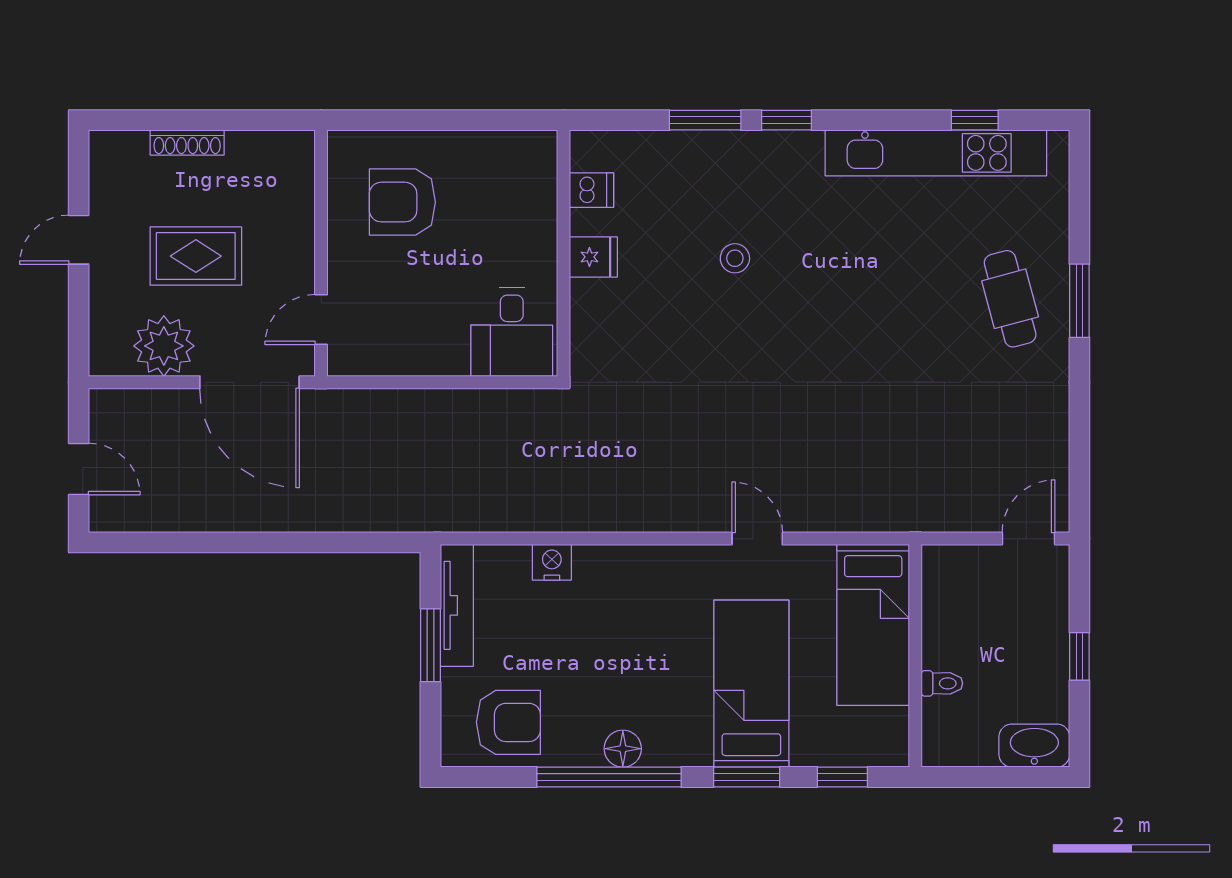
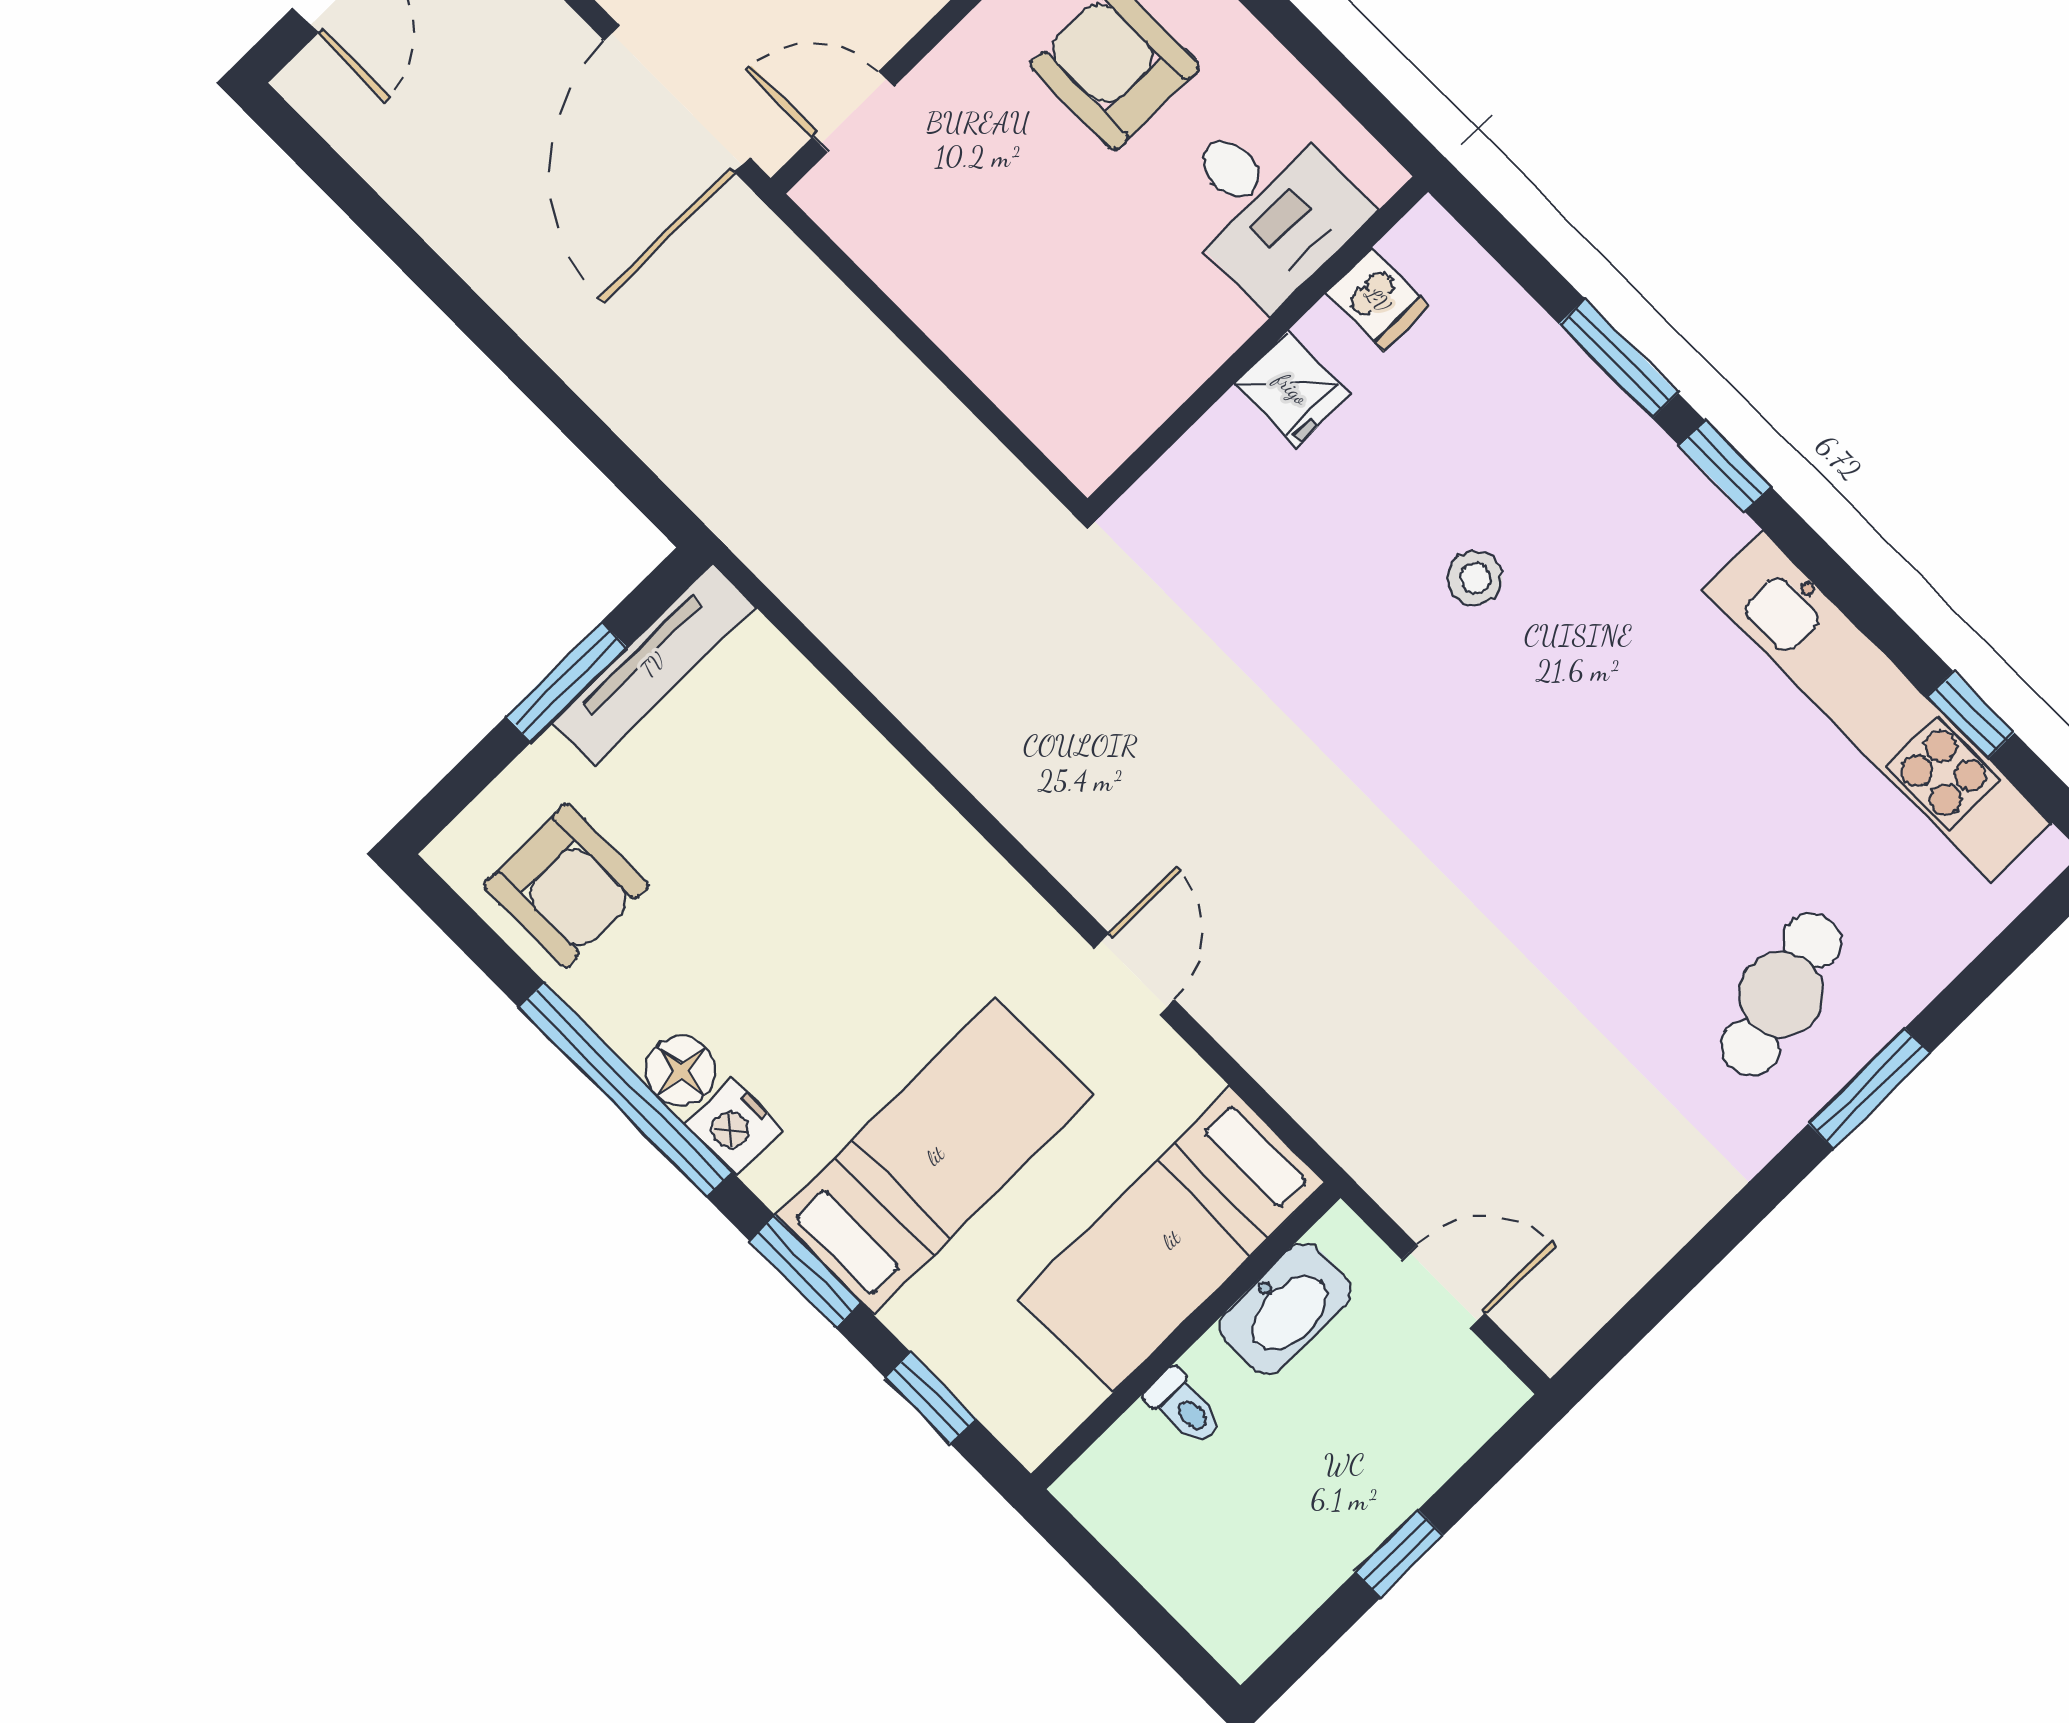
desk: (512, 332) -> (1267, 205), moved, turned -90
door: (1028, 539) -> (1444, 1287), moved
nightstand: (552, 562) -> (734, 1126), moved, turned 180
washbasin: (1034, 746) -> (1286, 1309), moved, turned 90

